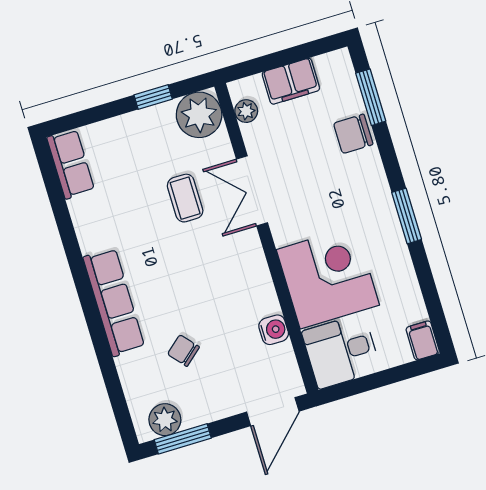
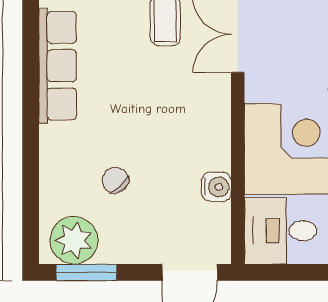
row of seats: (114, 302) -> (58, 66), moved
plant: (165, 420) -> (74, 240), width x1.36, depth x1.36

